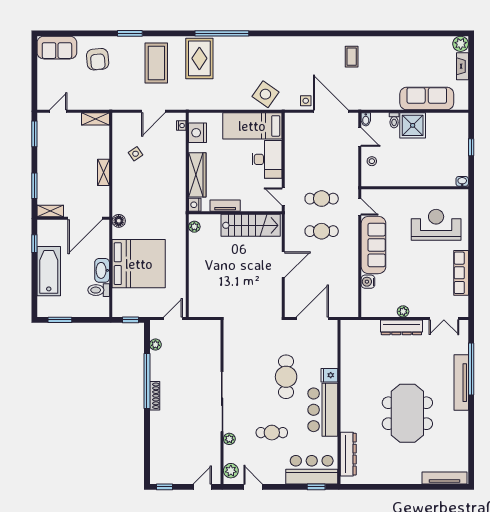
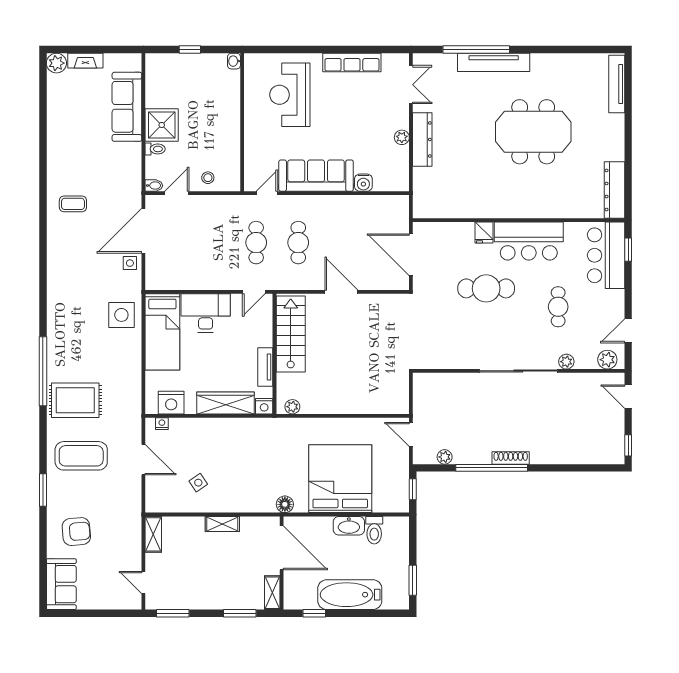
side table: (265, 94) -> (121, 315), turned -35
dresser: (348, 454) -> (614, 190), moved, turned -90

